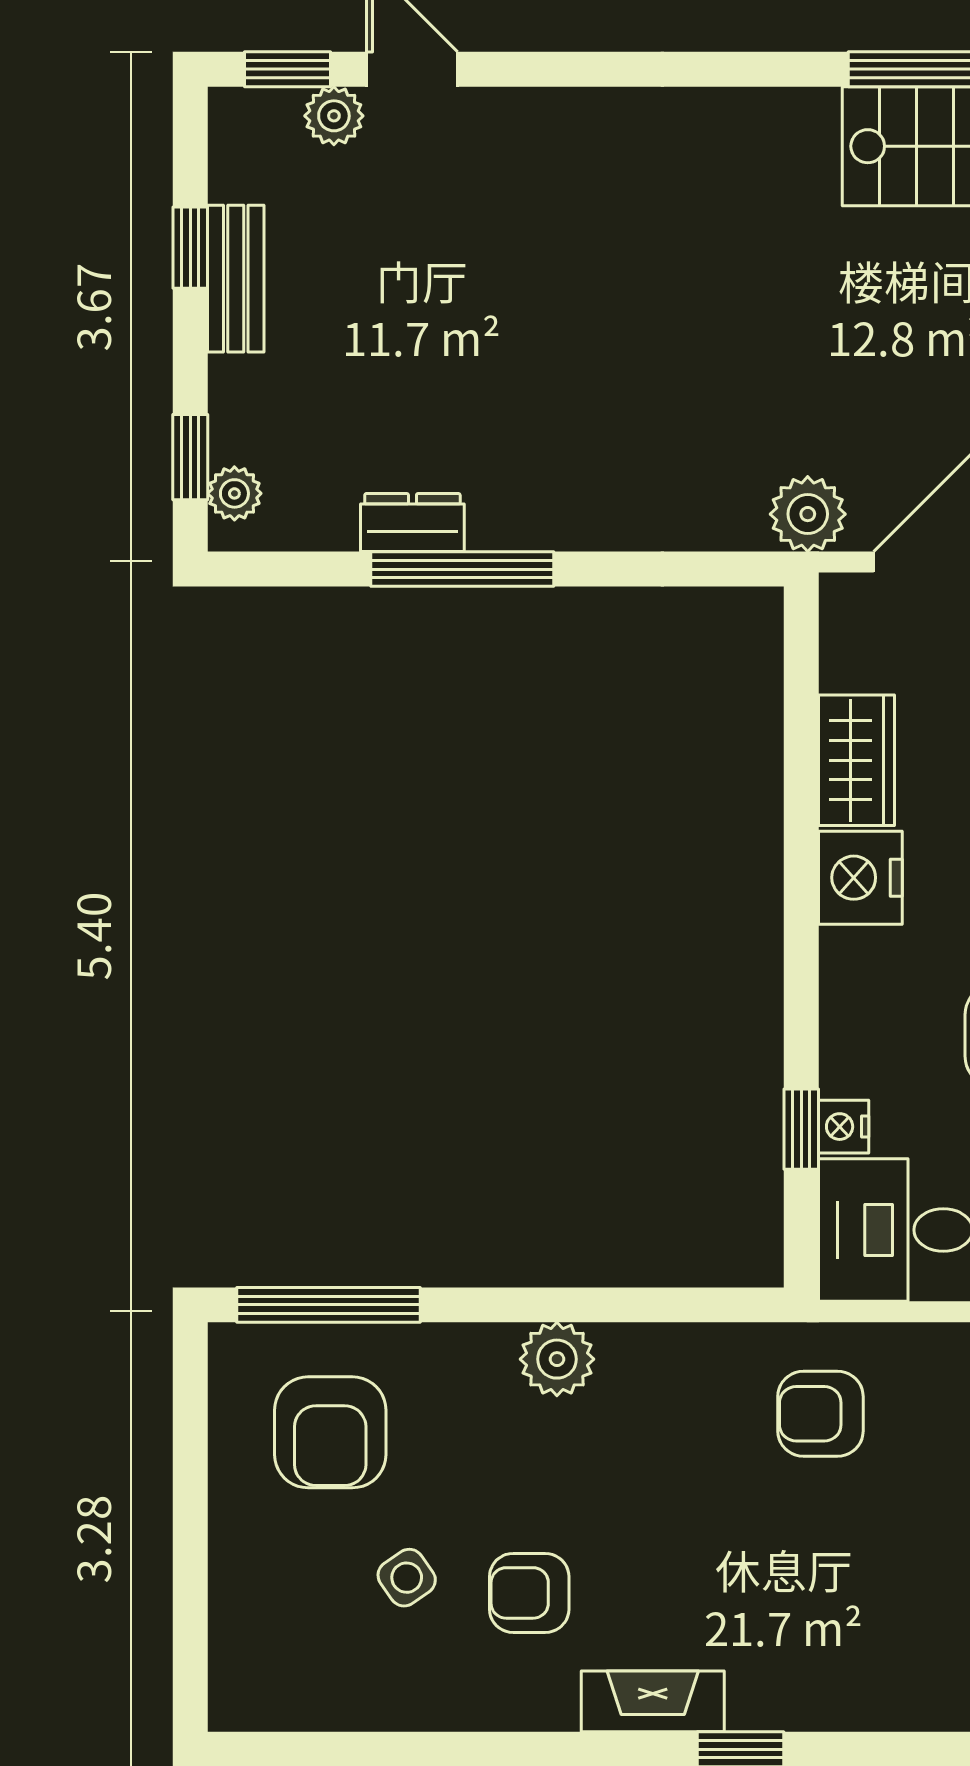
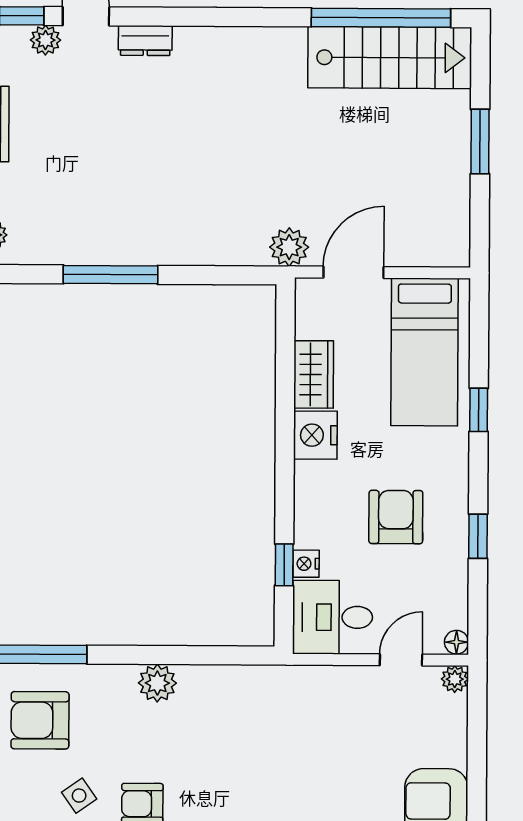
dresser: (412, 523) -> (145, 40), moved, turned 180
armchair: (820, 1414) -> (293, 712), removed
armchair: (330, 1432) -> (40, 720), turned 90

